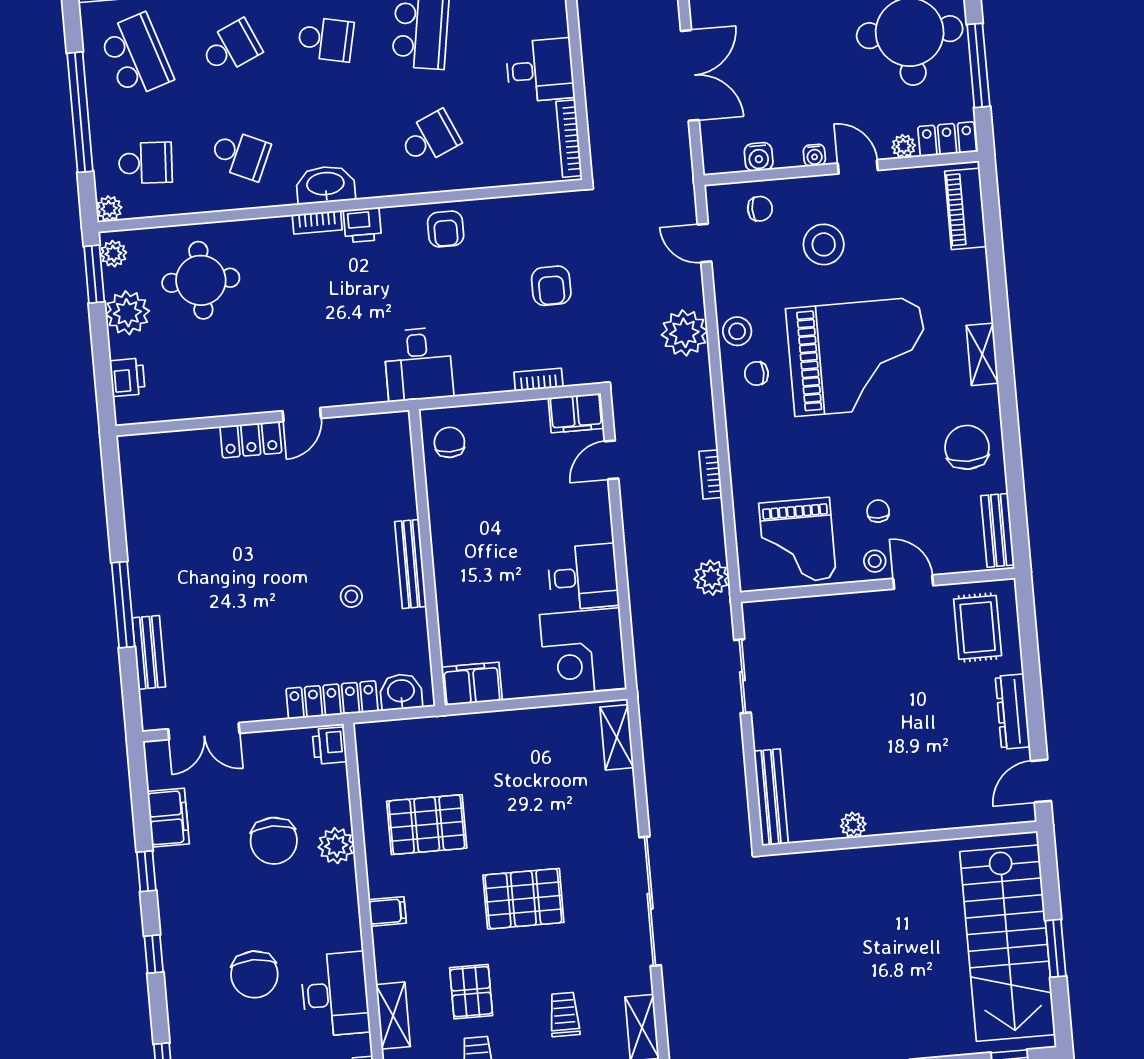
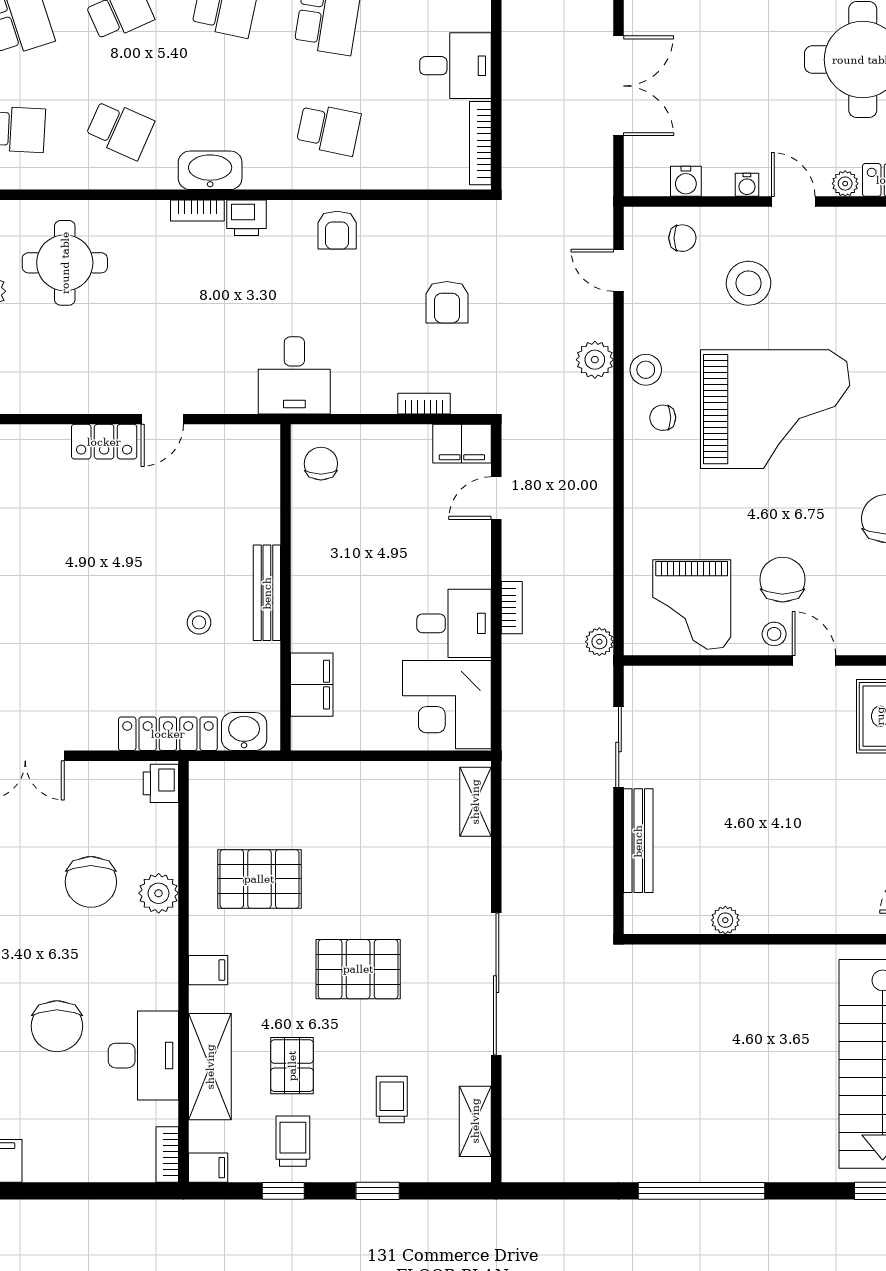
school desk: (430, 138) -> (329, 129), turned 36
plant: (684, 333) -> (595, 360), width x0.73, depth x0.73
bookcase: (711, 474) -> (512, 608), moved, turned 180
chair: (878, 511) -> (782, 580), width x1.87, depth x1.87
plant: (711, 578) -> (599, 642), width x0.73, depth x0.73
filing cabinet: (472, 684) -> (312, 685), moved, turned 90
bench: (771, 797) -> (638, 841), moved
shelving: (393, 1016) -> (210, 1067), width x1.50, depth x1.33

